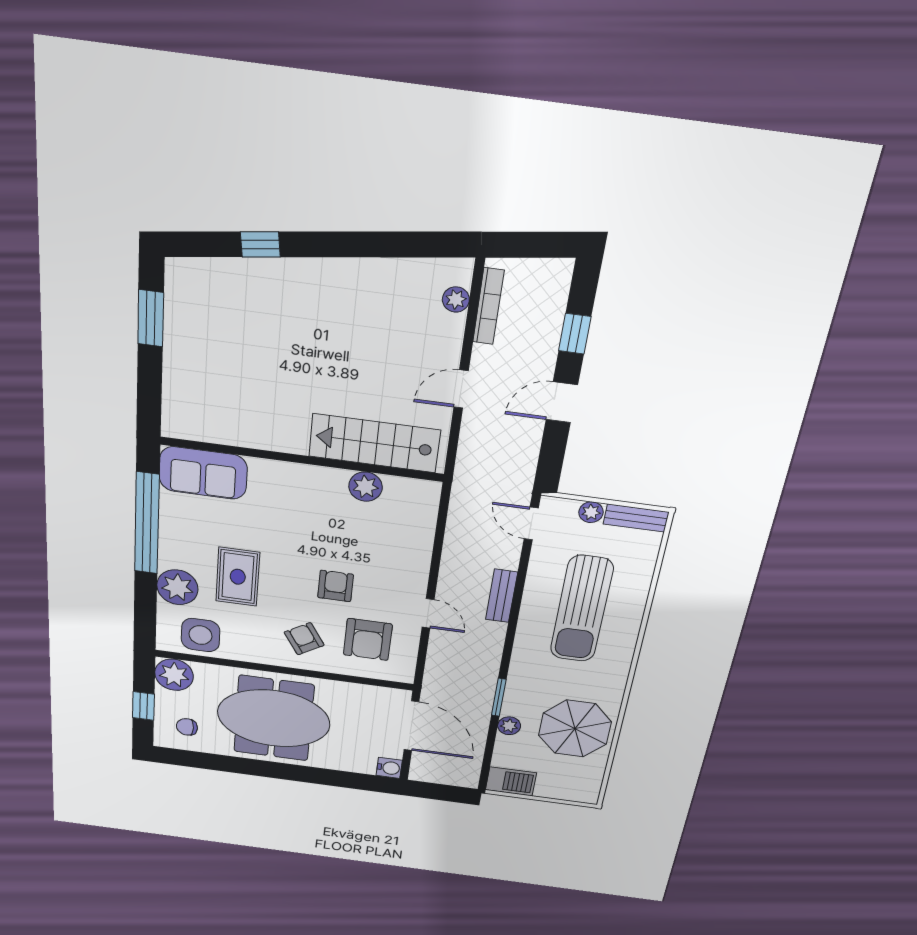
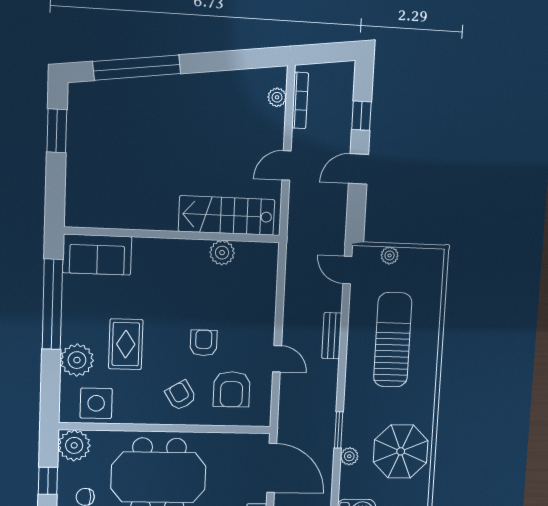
window: (260, 244) -> (137, 68), width x3.17
bench: (636, 518) -> (422, 257), removed
sun lounger: (582, 609) -> (393, 340), turned 180

